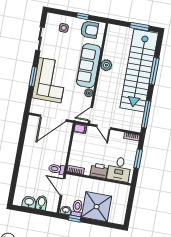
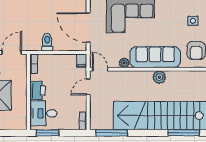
window: (154, 71) -> (184, 133), moved
window: (138, 159) -> (48, 133), moved
toilet: (57, 169) -> (47, 42), moved

